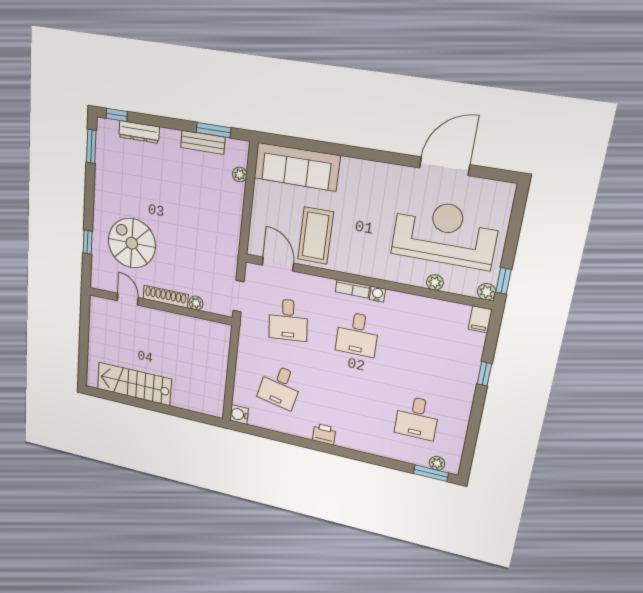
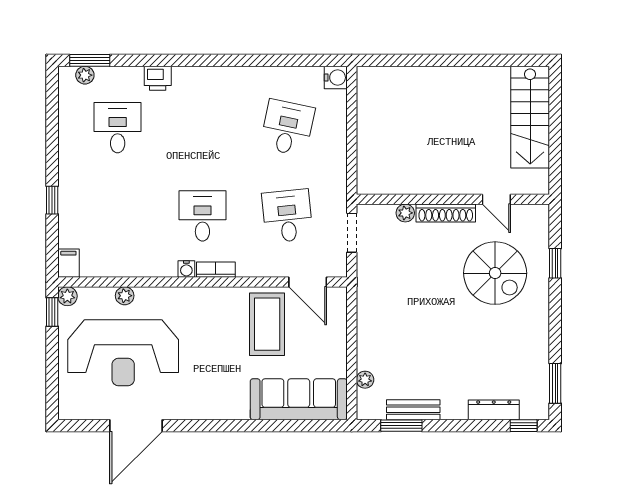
stairs: (134, 384) -> (530, 117), moved, turned 90
printer: (324, 434) -> (158, 78), moved

